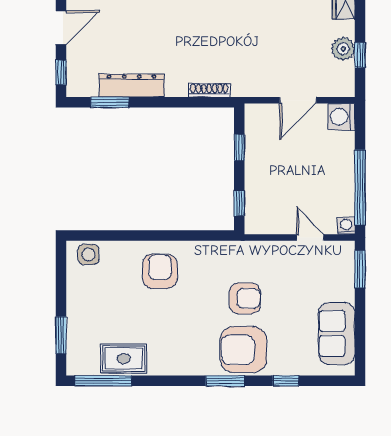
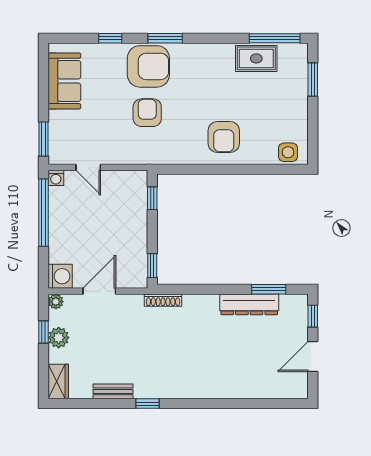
plant: (346, 89) -> (56, 302), added
shoe rack: (209, 90) -> (163, 300), moved
window: (239, 147) -> (152, 266), moved
armchair: (245, 298) -> (147, 113), turned 90

